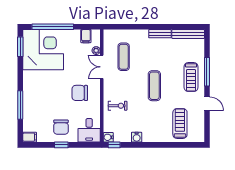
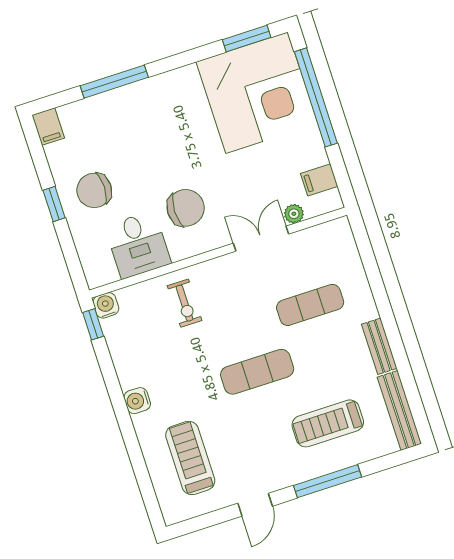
exercise mat: (124, 57) -> (310, 305), moved
treadmill: (191, 77) -> (328, 423), moved
chair: (80, 93) -> (186, 208), turned 90
treadmill: (180, 123) -> (190, 458), turned -90
desk: (89, 130) -> (138, 245), moved, turned -90
water cooler: (137, 137) -> (137, 401), moved

